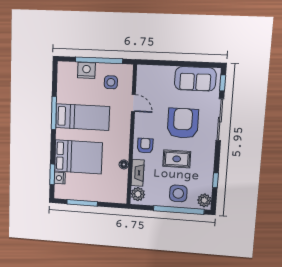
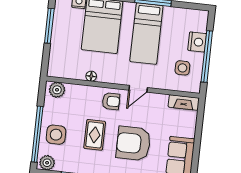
door: (133, 103) -> (138, 89), moved
armchair: (183, 123) -> (133, 143), turned 180
fireplace: (138, 173) -> (184, 102), moved

